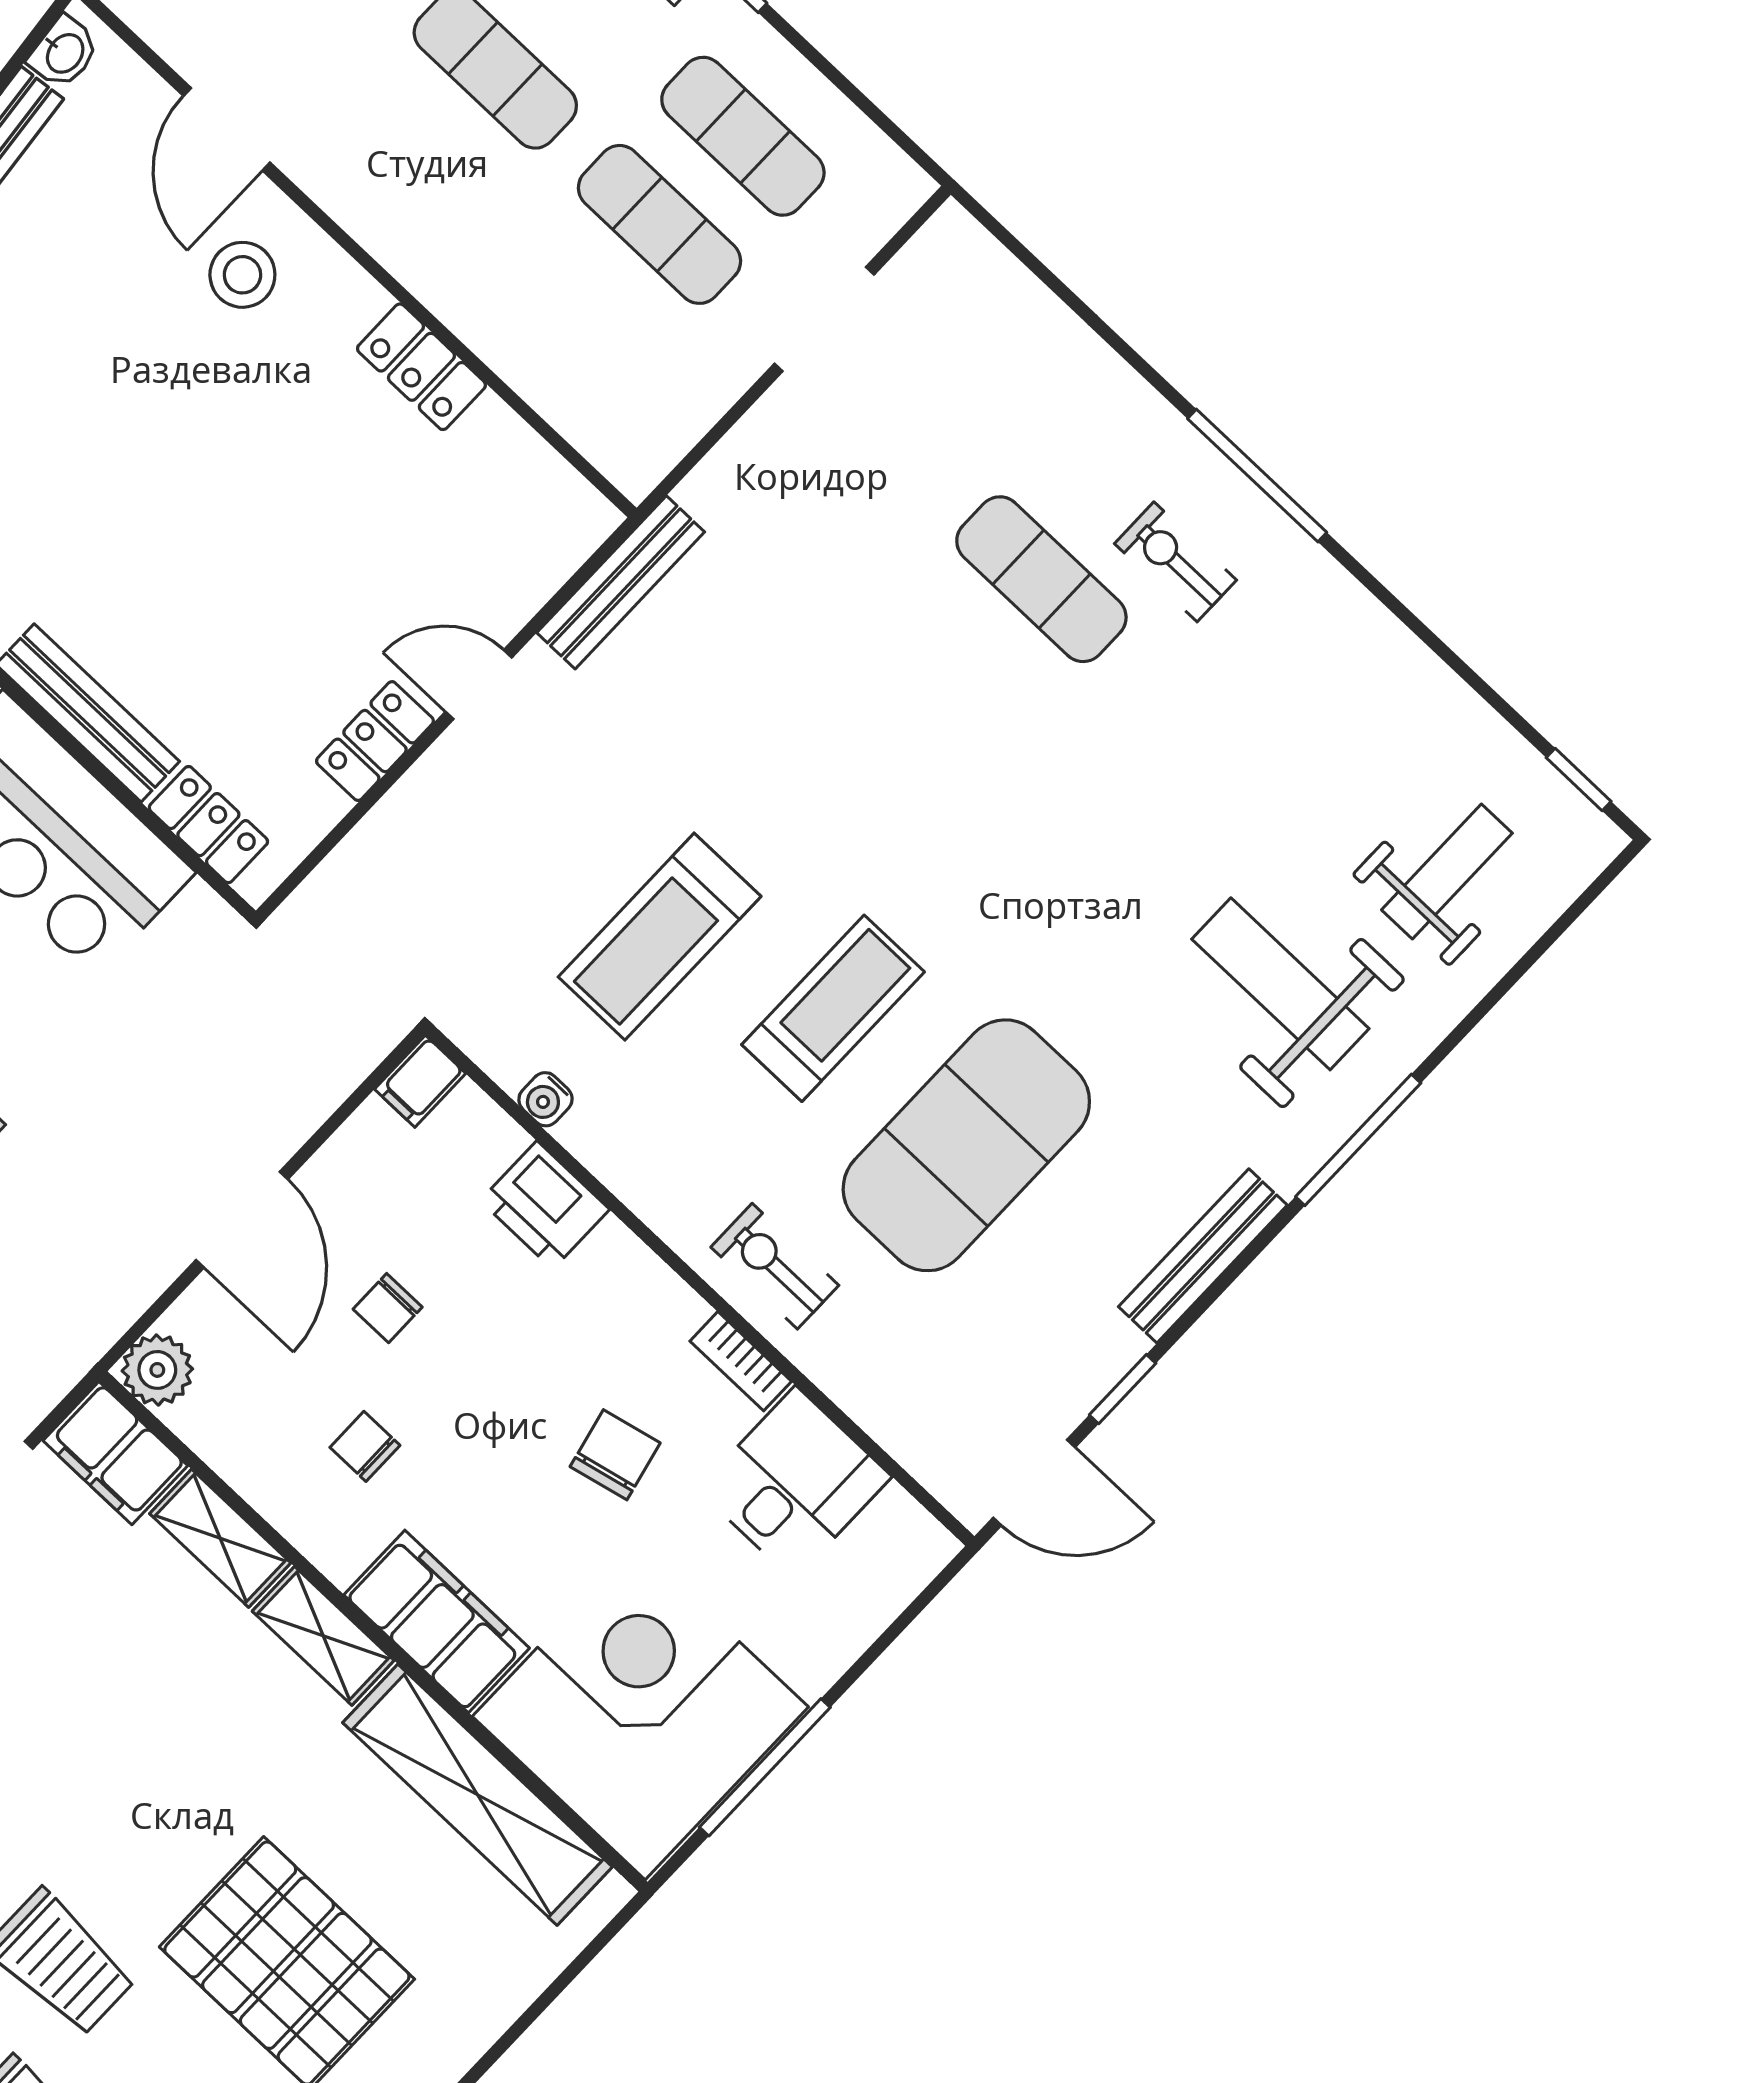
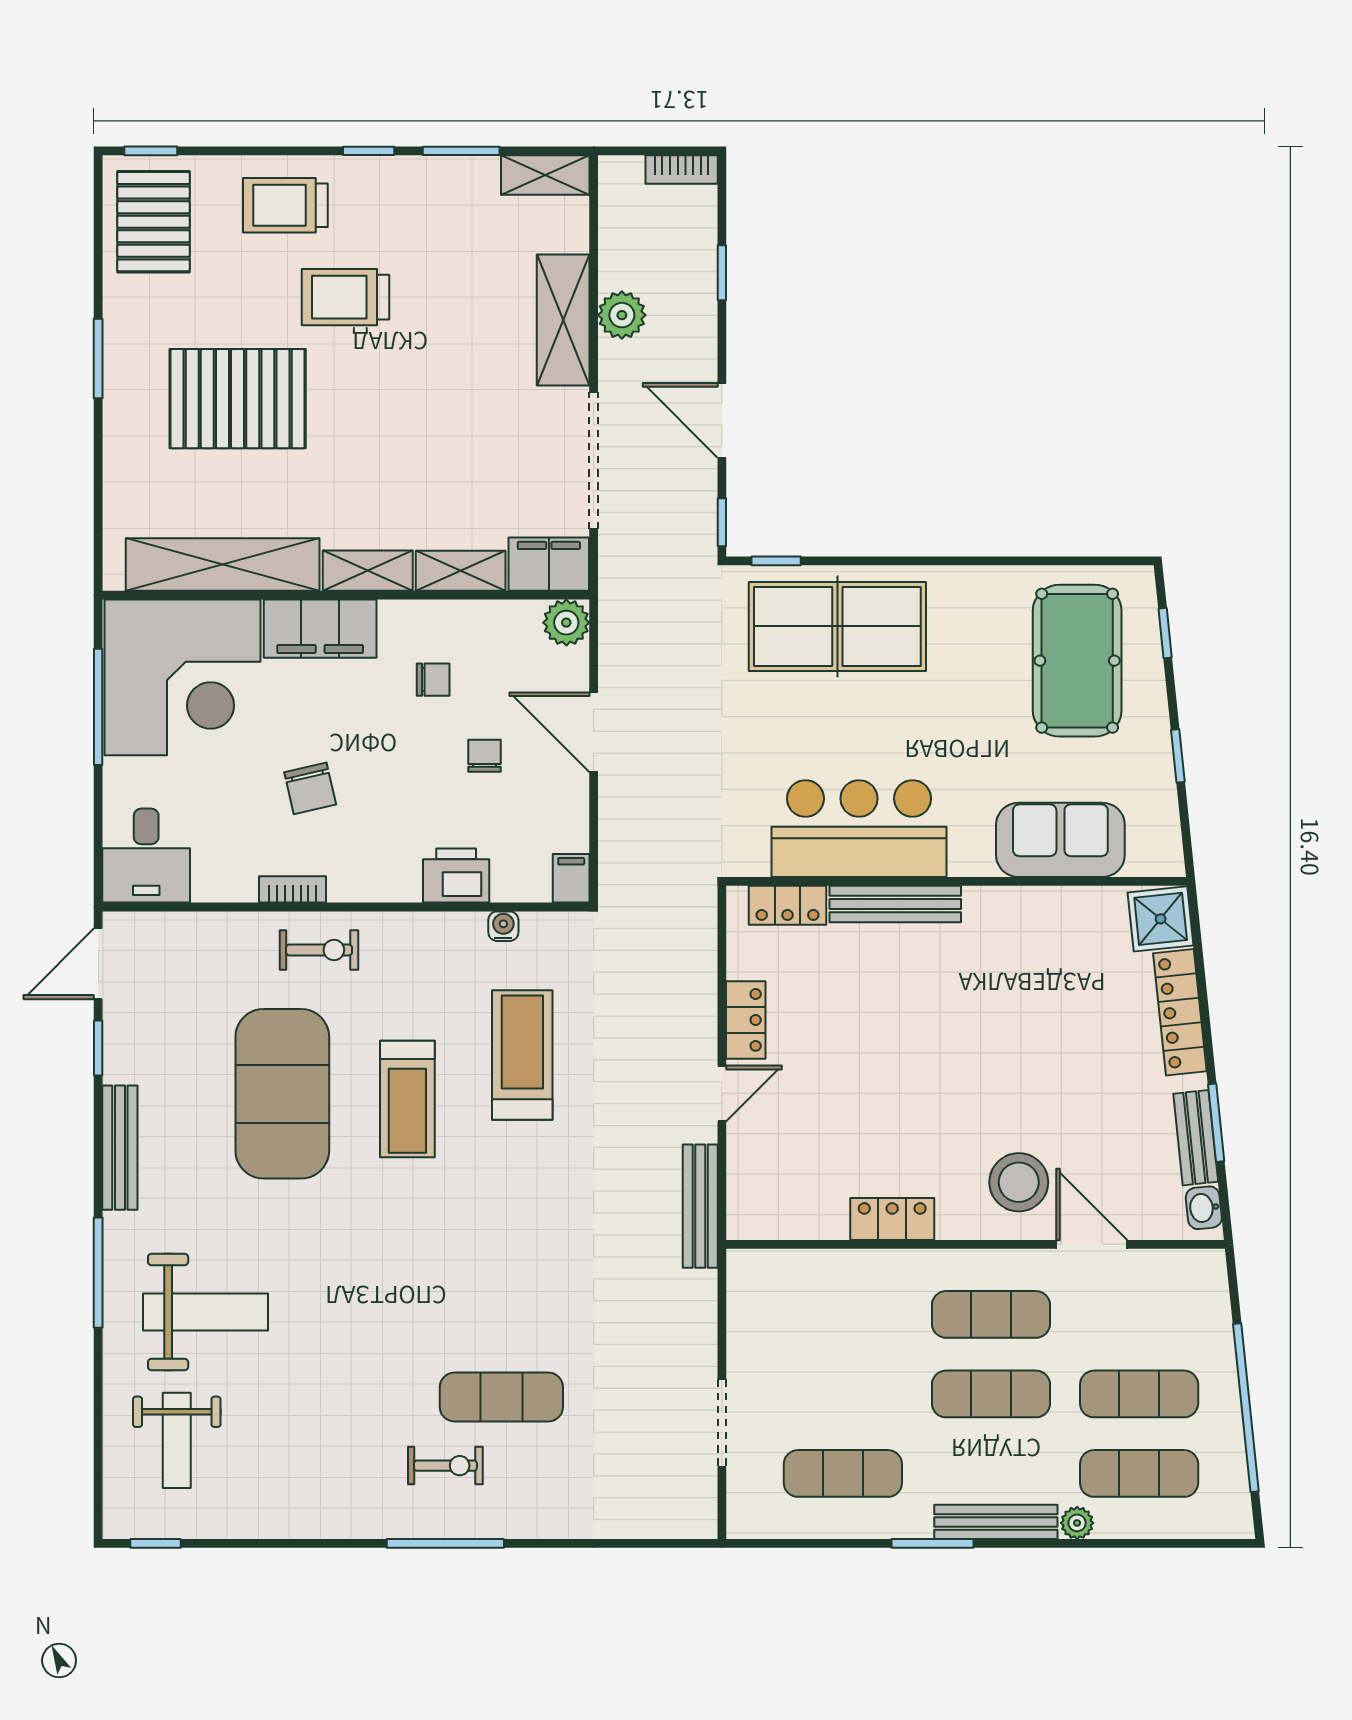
exercise mat: (660, 224) -> (991, 1314), moved
stool: (242, 275) -> (1019, 1182), width x1.38, depth x1.38
desk: (794, 1483) -> (146, 856), moved

